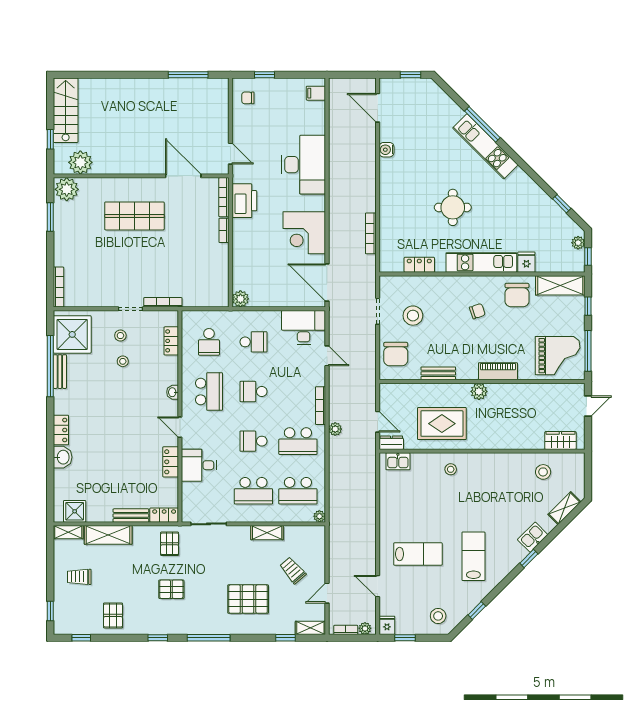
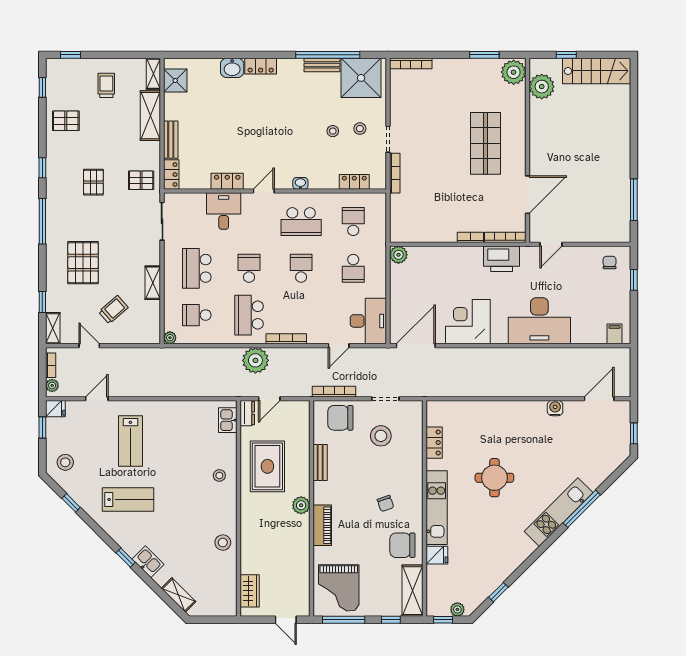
bookcase: (371, 233) -> (334, 392), moved
school desk: (209, 342) -> (353, 222), turned 90
plant: (335, 429) -> (255, 360), width x1.88, depth x1.88
stool: (543, 472) -> (223, 543), moved
school desk: (298, 491) -> (197, 315), width x0.54

